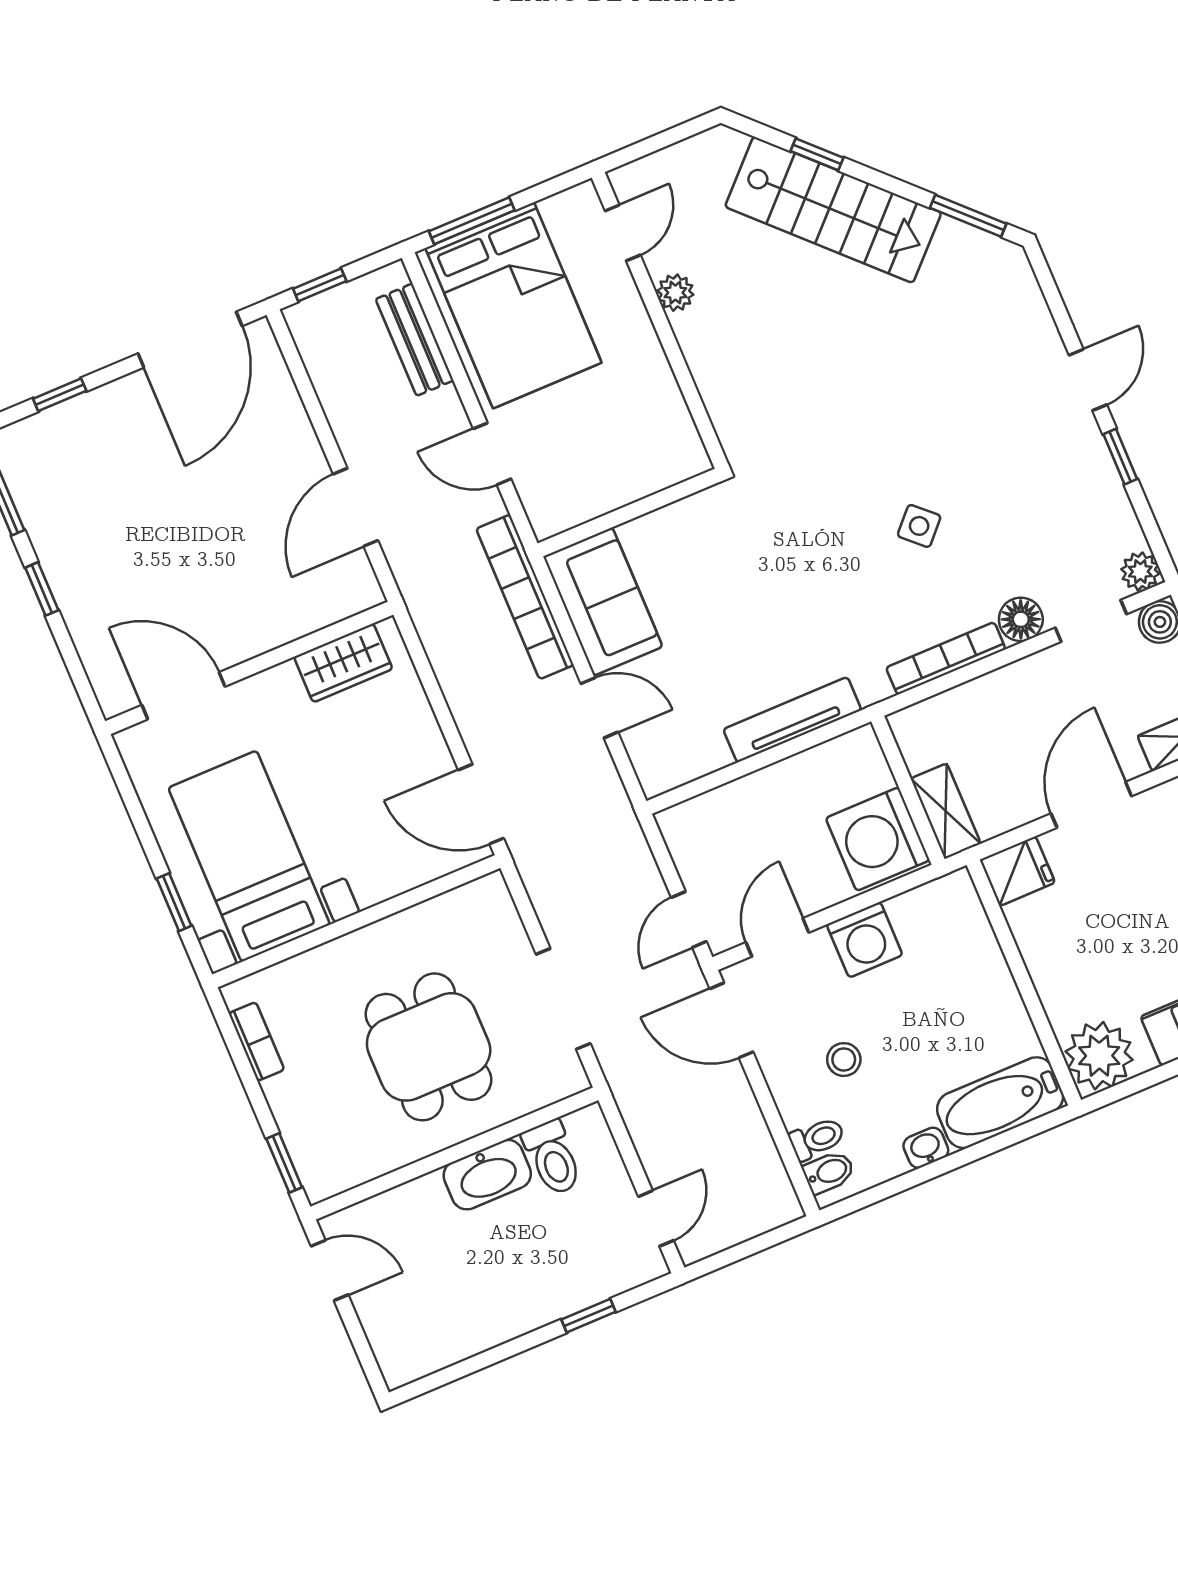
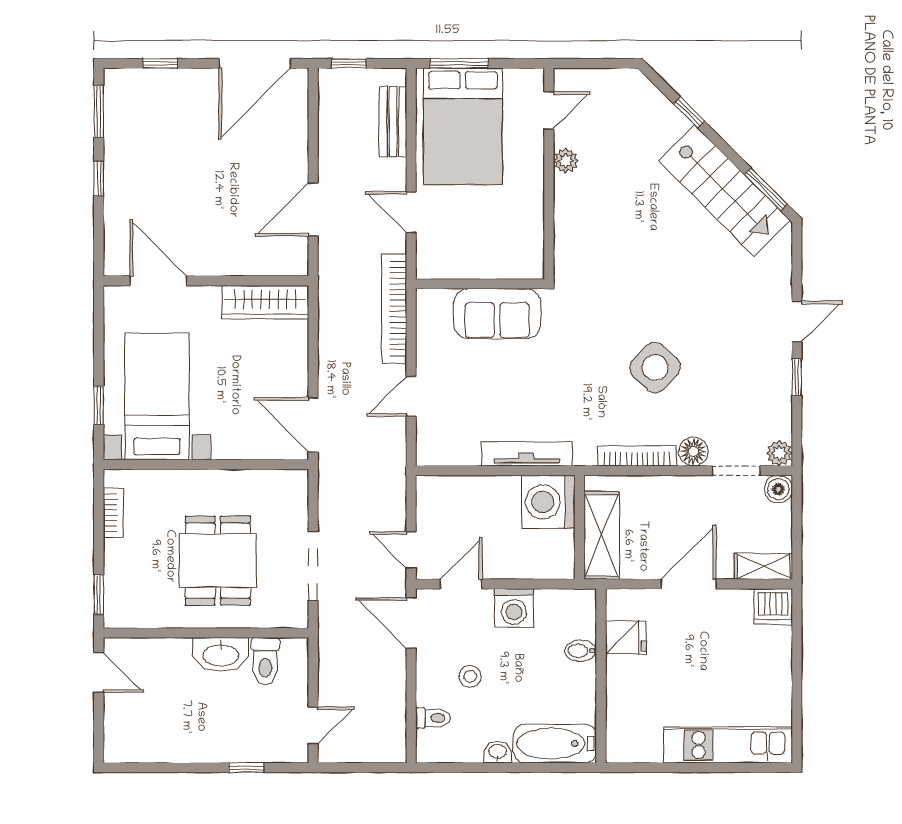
stairs: (833, 210) -> (724, 191), moved
side table: (919, 526) -> (655, 368), width x1.87, depth x1.87
sofa: (603, 602) -> (497, 314), moved, turned 90
wardrobe: (343, 663) -> (265, 302), width x1.50
door: (599, 708) -> (411, 396), swing flipped
shelving: (946, 811) -> (602, 535), width x1.50, depth x1.33
washing machine: (878, 839) -> (548, 502), moved
fridge: (1017, 871) -> (626, 637), moved
door: (689, 920) -> (411, 550), hinge flipped
plant: (1099, 1056) -> (628, 740), removed
bidet: (829, 1172) -> (581, 651), moved, turned 180

